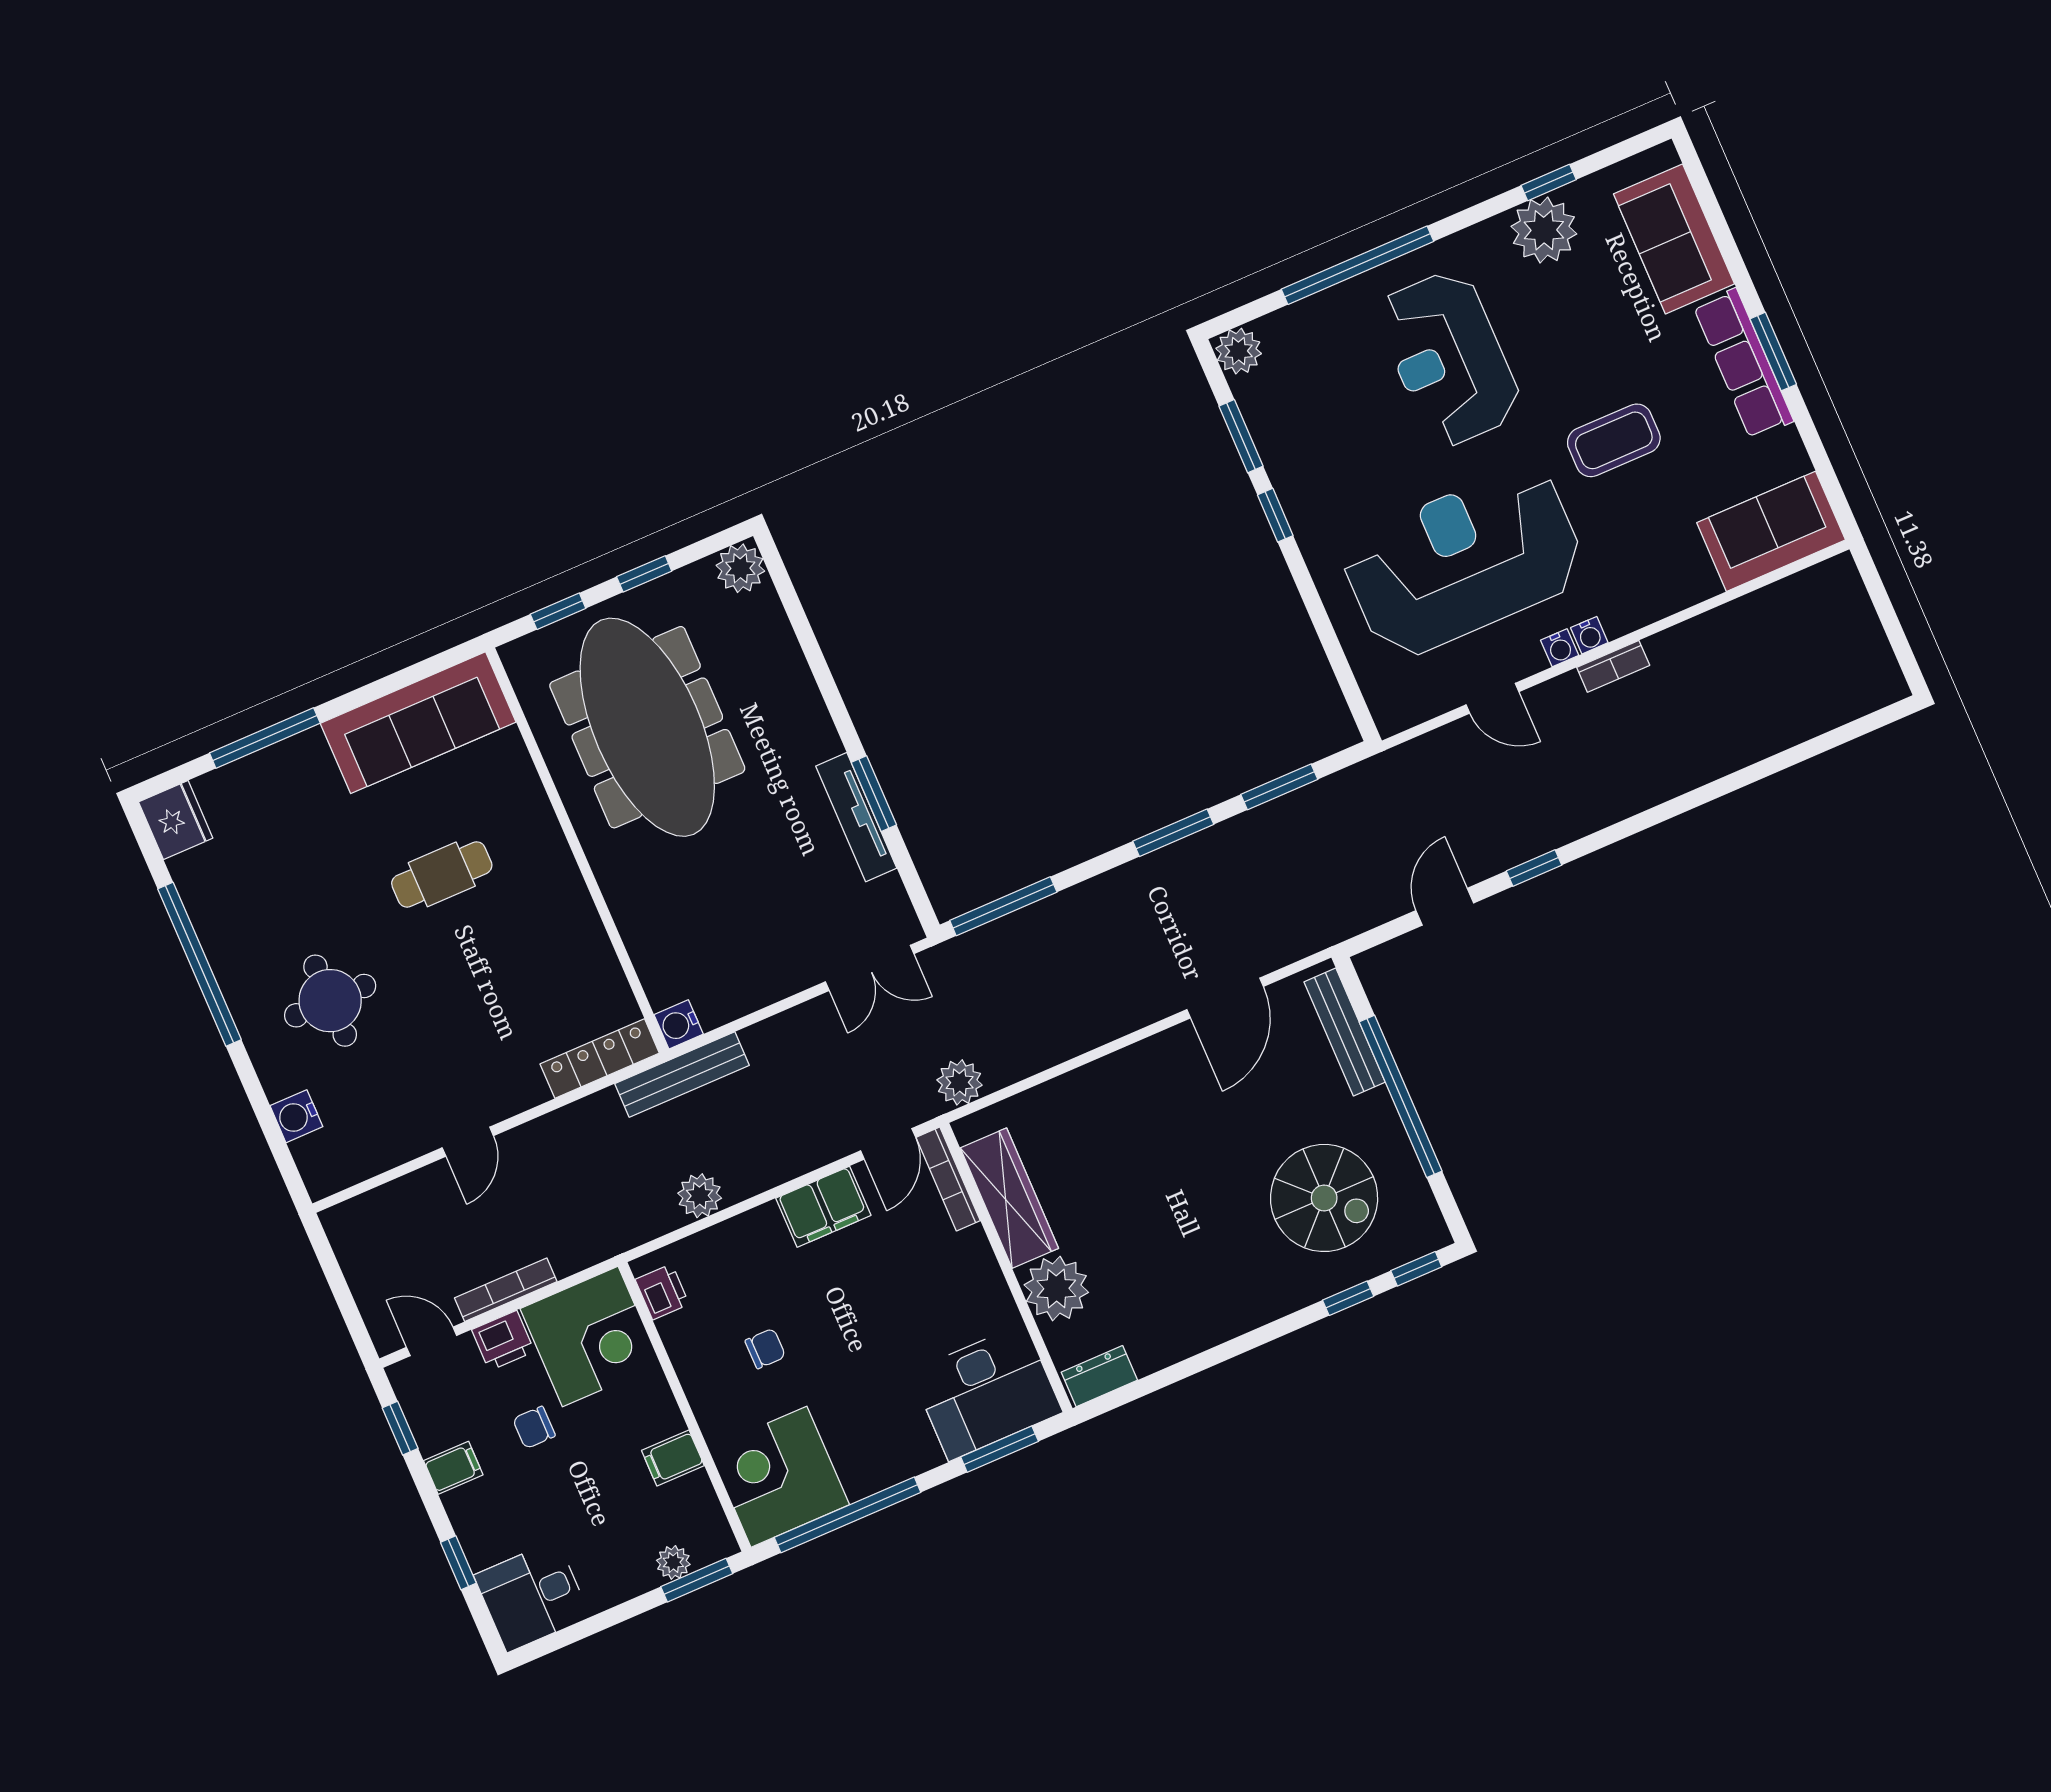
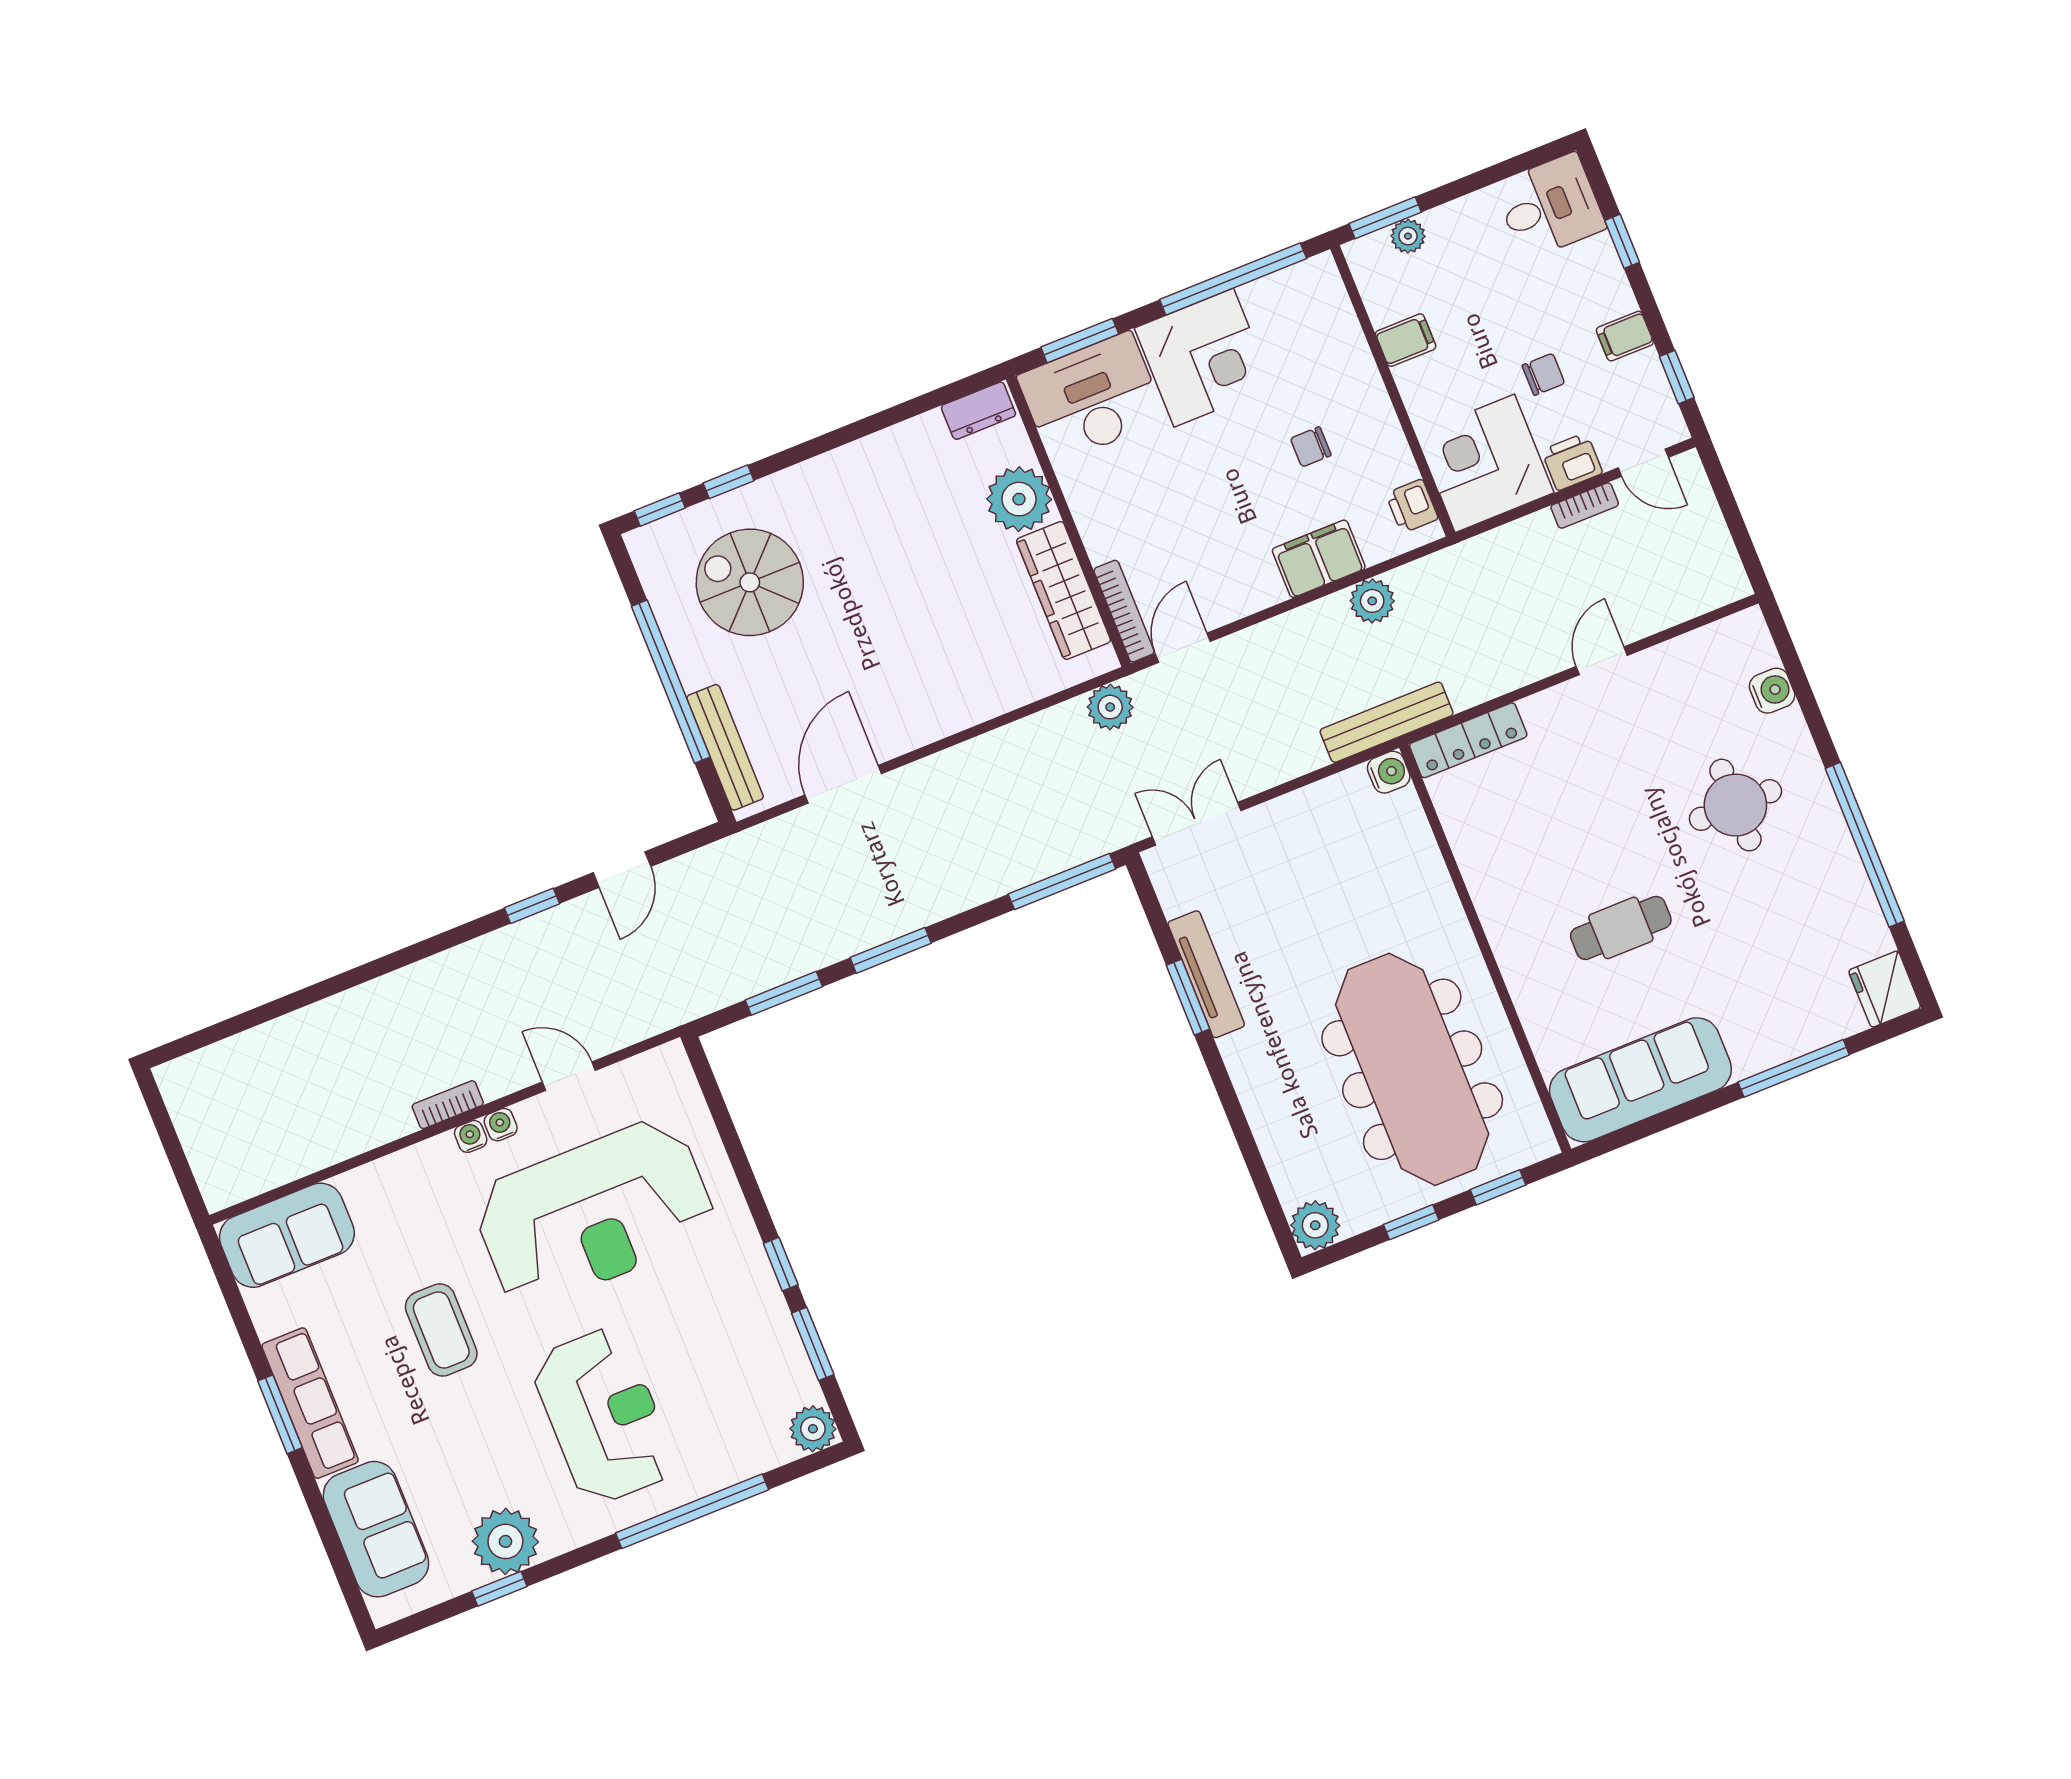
coffee table: (1614, 440) -> (441, 1330), turned 90
filing cabinet: (823, 1207) -> (1319, 559), moved
bookcase: (506, 1290) -> (1585, 506), width x0.64
corner desk: (779, 1477) -> (1204, 358), moved

